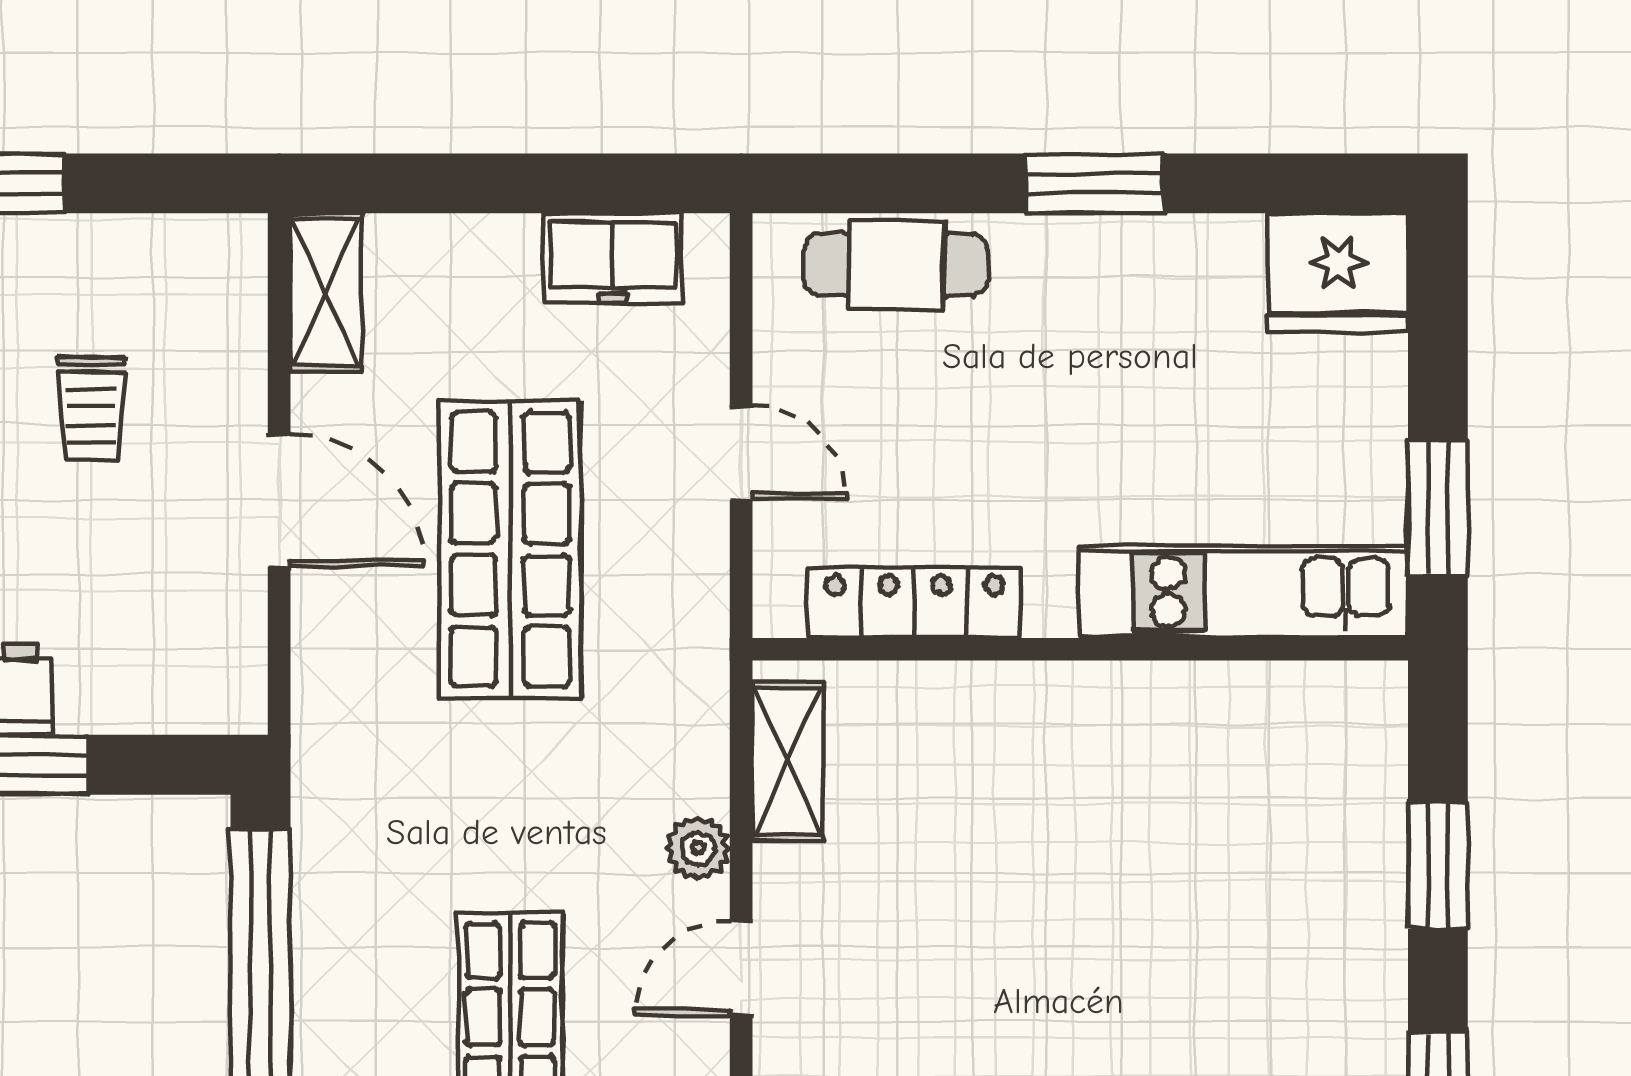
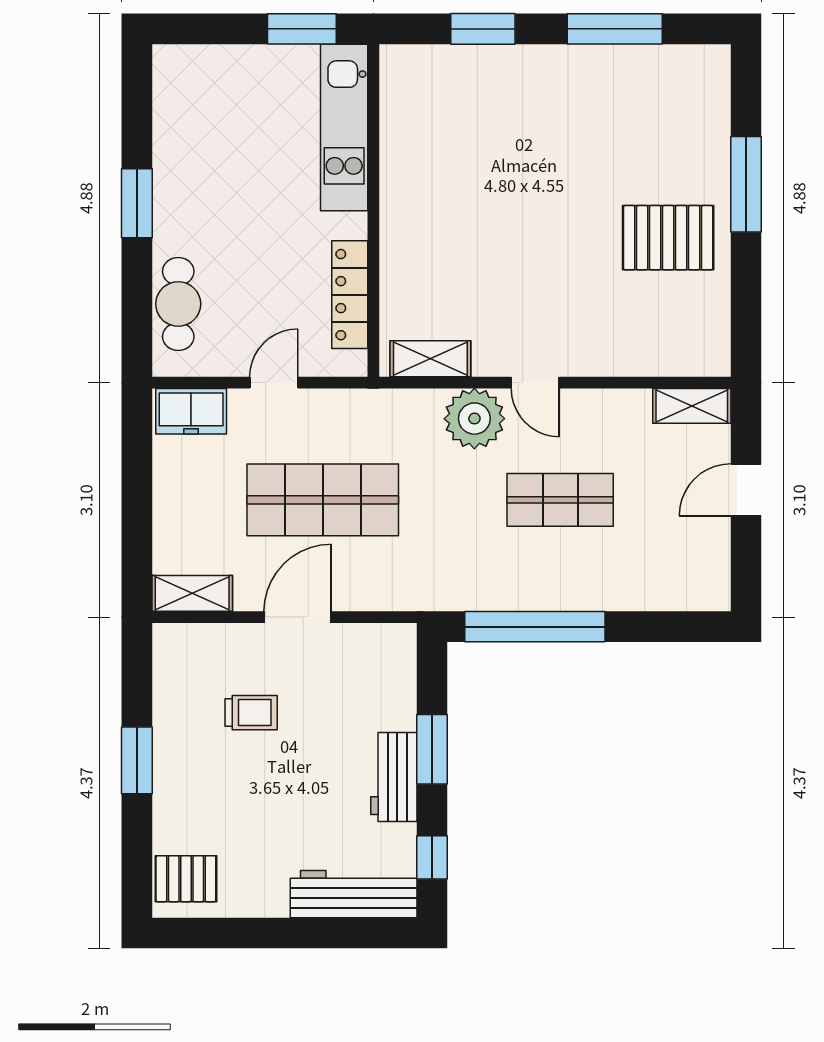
freezer: (613, 258) -> (191, 411), moved, turned 90
fridge: (1338, 272) -> (182, 79), removed
plant: (698, 848) -> (474, 419), width x1.87, depth x1.87

